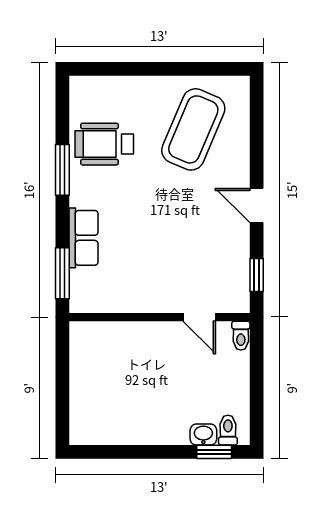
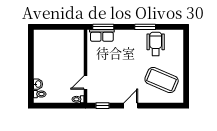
row of seats: (83, 238) -> (102, 35), moved
window: (214, 452) -> (31, 88), removed

